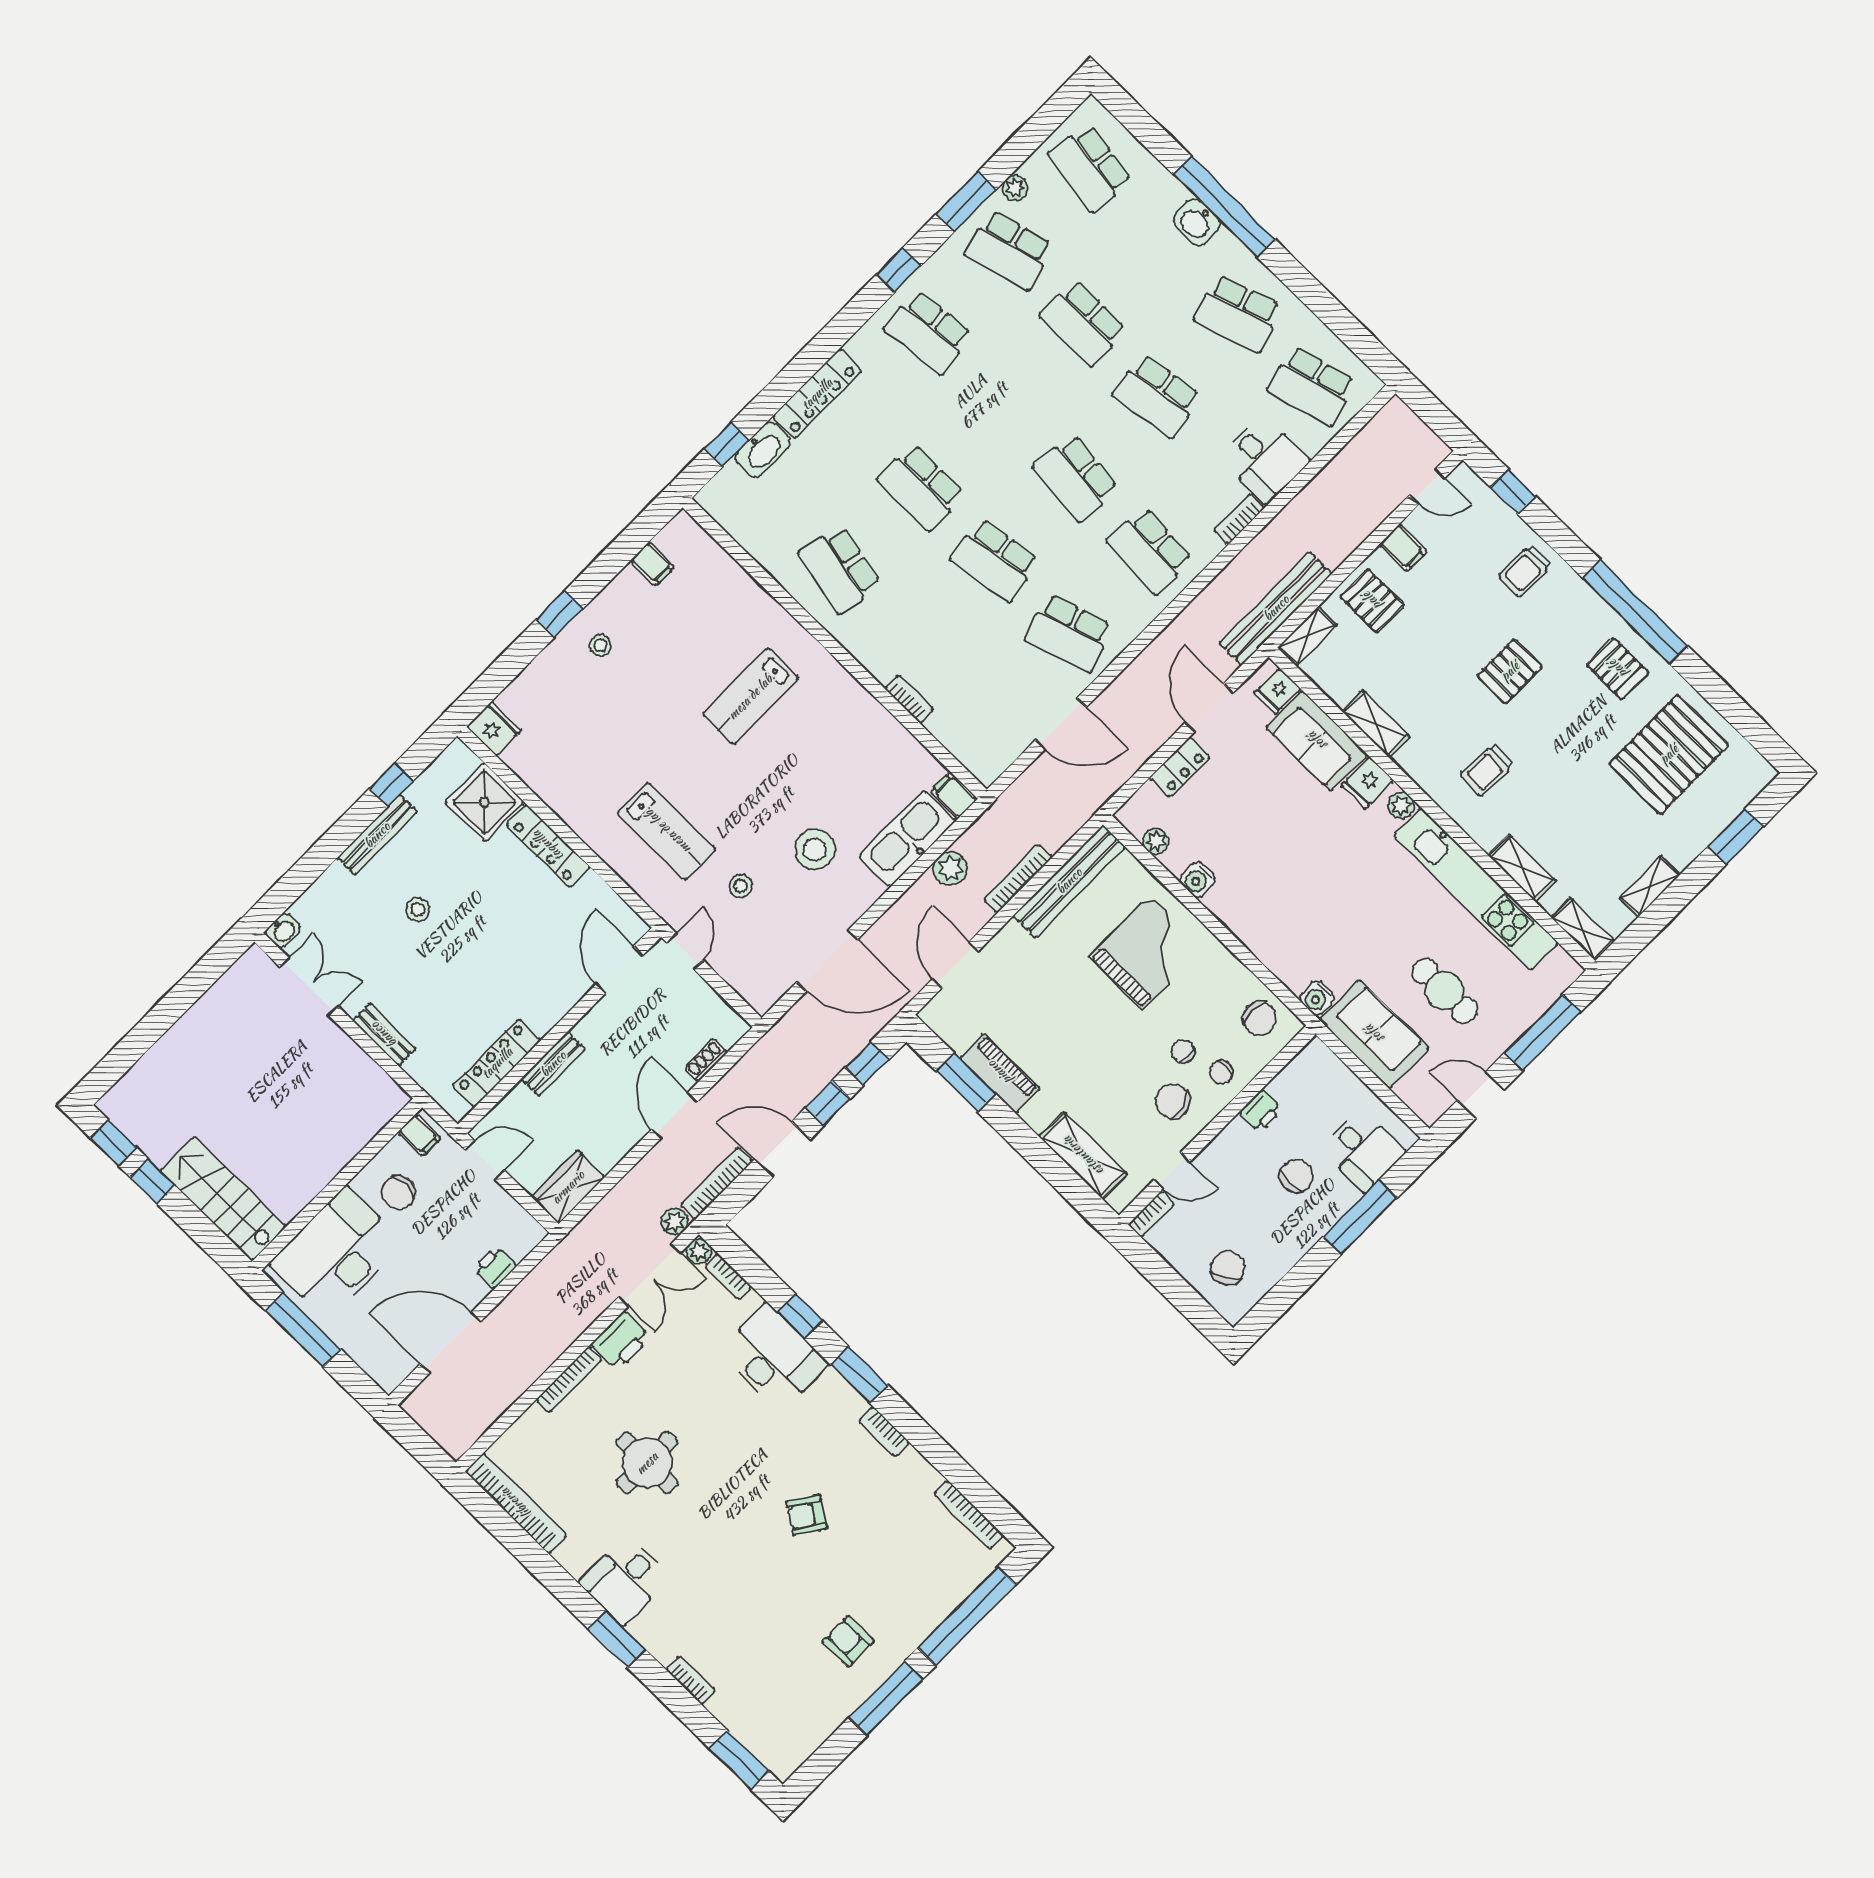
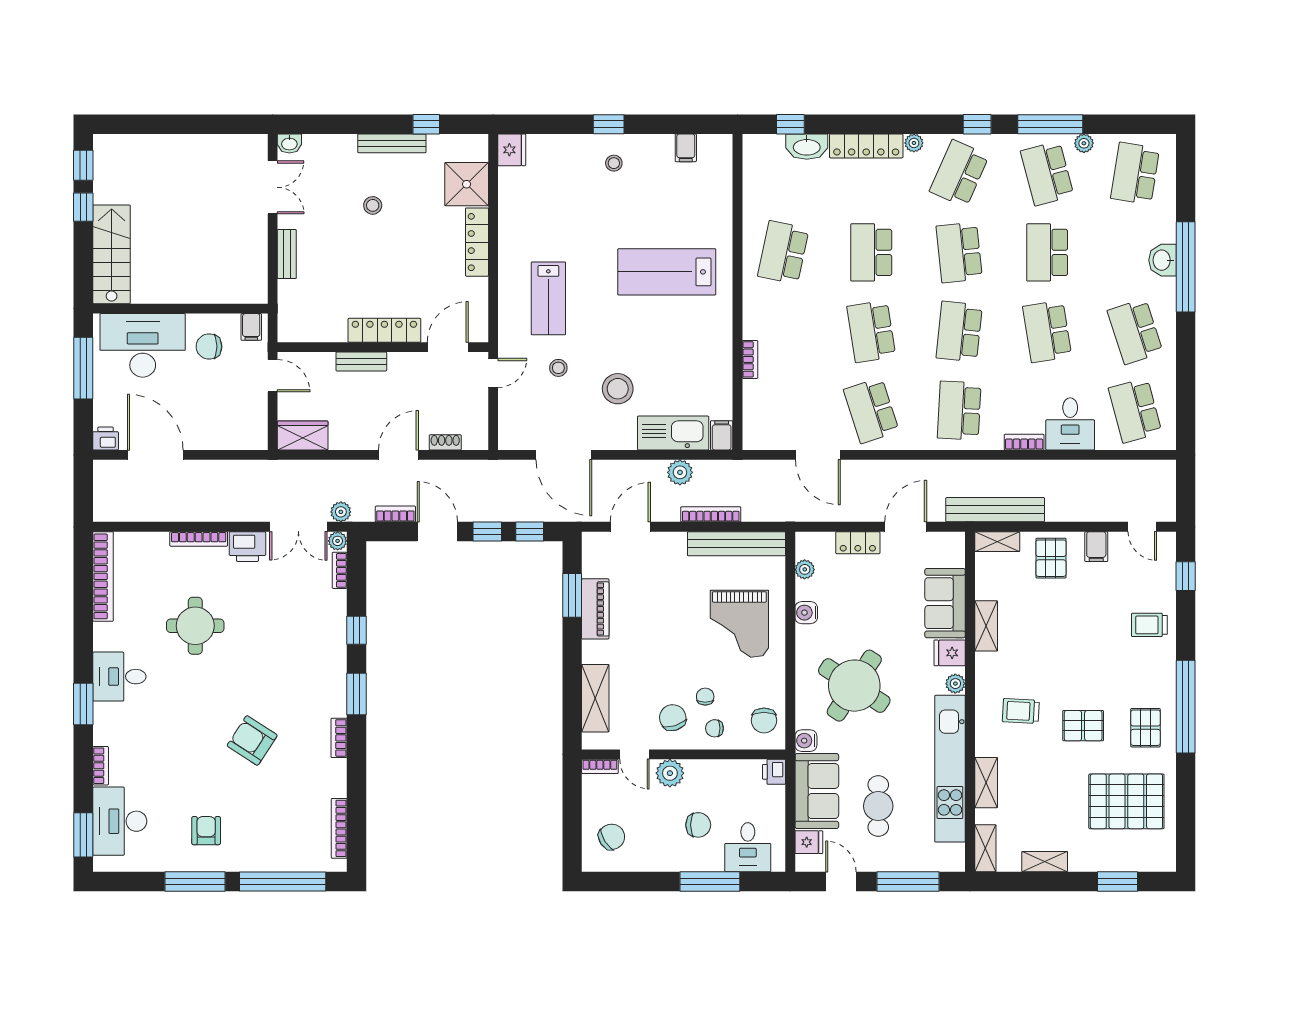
window: (966, 202) -> (1050, 124), width x1.44
school desk: (928, 332) -> (959, 173), turned 30
plant: (858, 346) -> (914, 143), added
school desk: (1002, 405) -> (959, 252), added
pallet: (1510, 671) -> (1083, 726), moved
fridge: (1277, 691) -> (809, 842), moved, turned 180
lab bench: (751, 696) -> (667, 272), width x1.36, depth x1.39
round table: (1310, 902) -> (854, 686), added
grand piano: (1146, 952) -> (739, 624), turned 90
locker: (497, 1063) -> (384, 330), moved
printer: (1261, 1111) -> (774, 772), moved, turned 90
plant: (1222, 1155) -> (670, 773), added
bookcase: (717, 1183) -> (395, 514), width x0.64
printer: (495, 1267) -> (106, 439), moved
desk: (773, 1357) -> (120, 821), moved, turned 180
armchair: (807, 1515) -> (252, 740), width x1.38, depth x1.38

